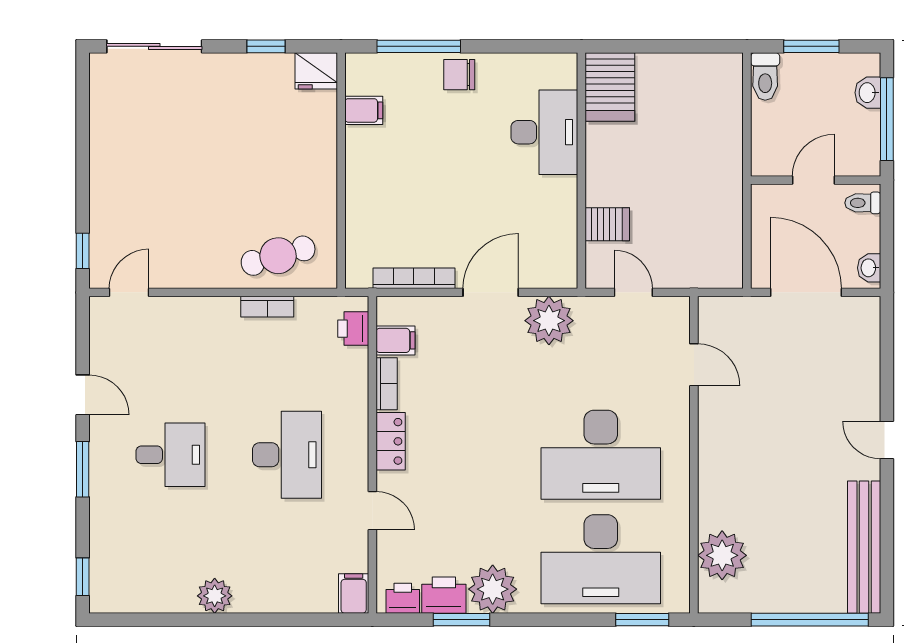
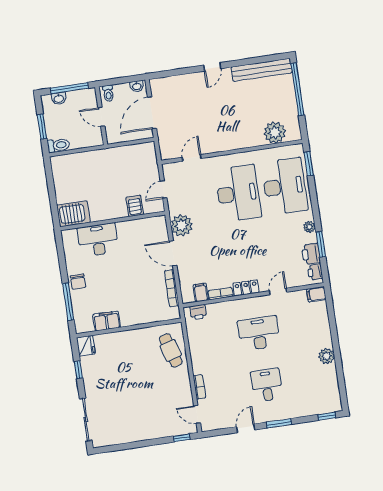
filing cabinet: (364, 110) -> (107, 321), width x2.00
bookcase: (267, 307) -> (199, 387), moved
plant: (493, 589) -> (309, 227), width x0.53, depth x0.53

